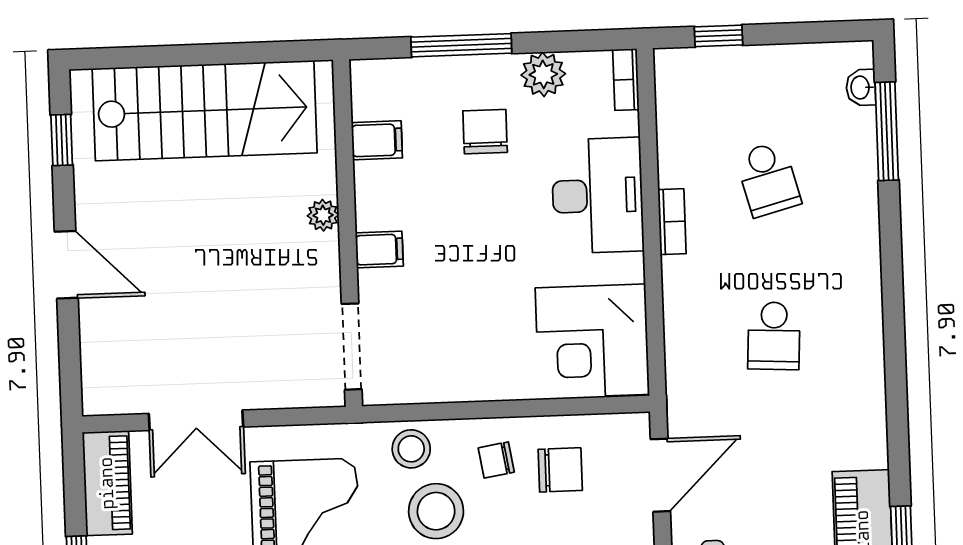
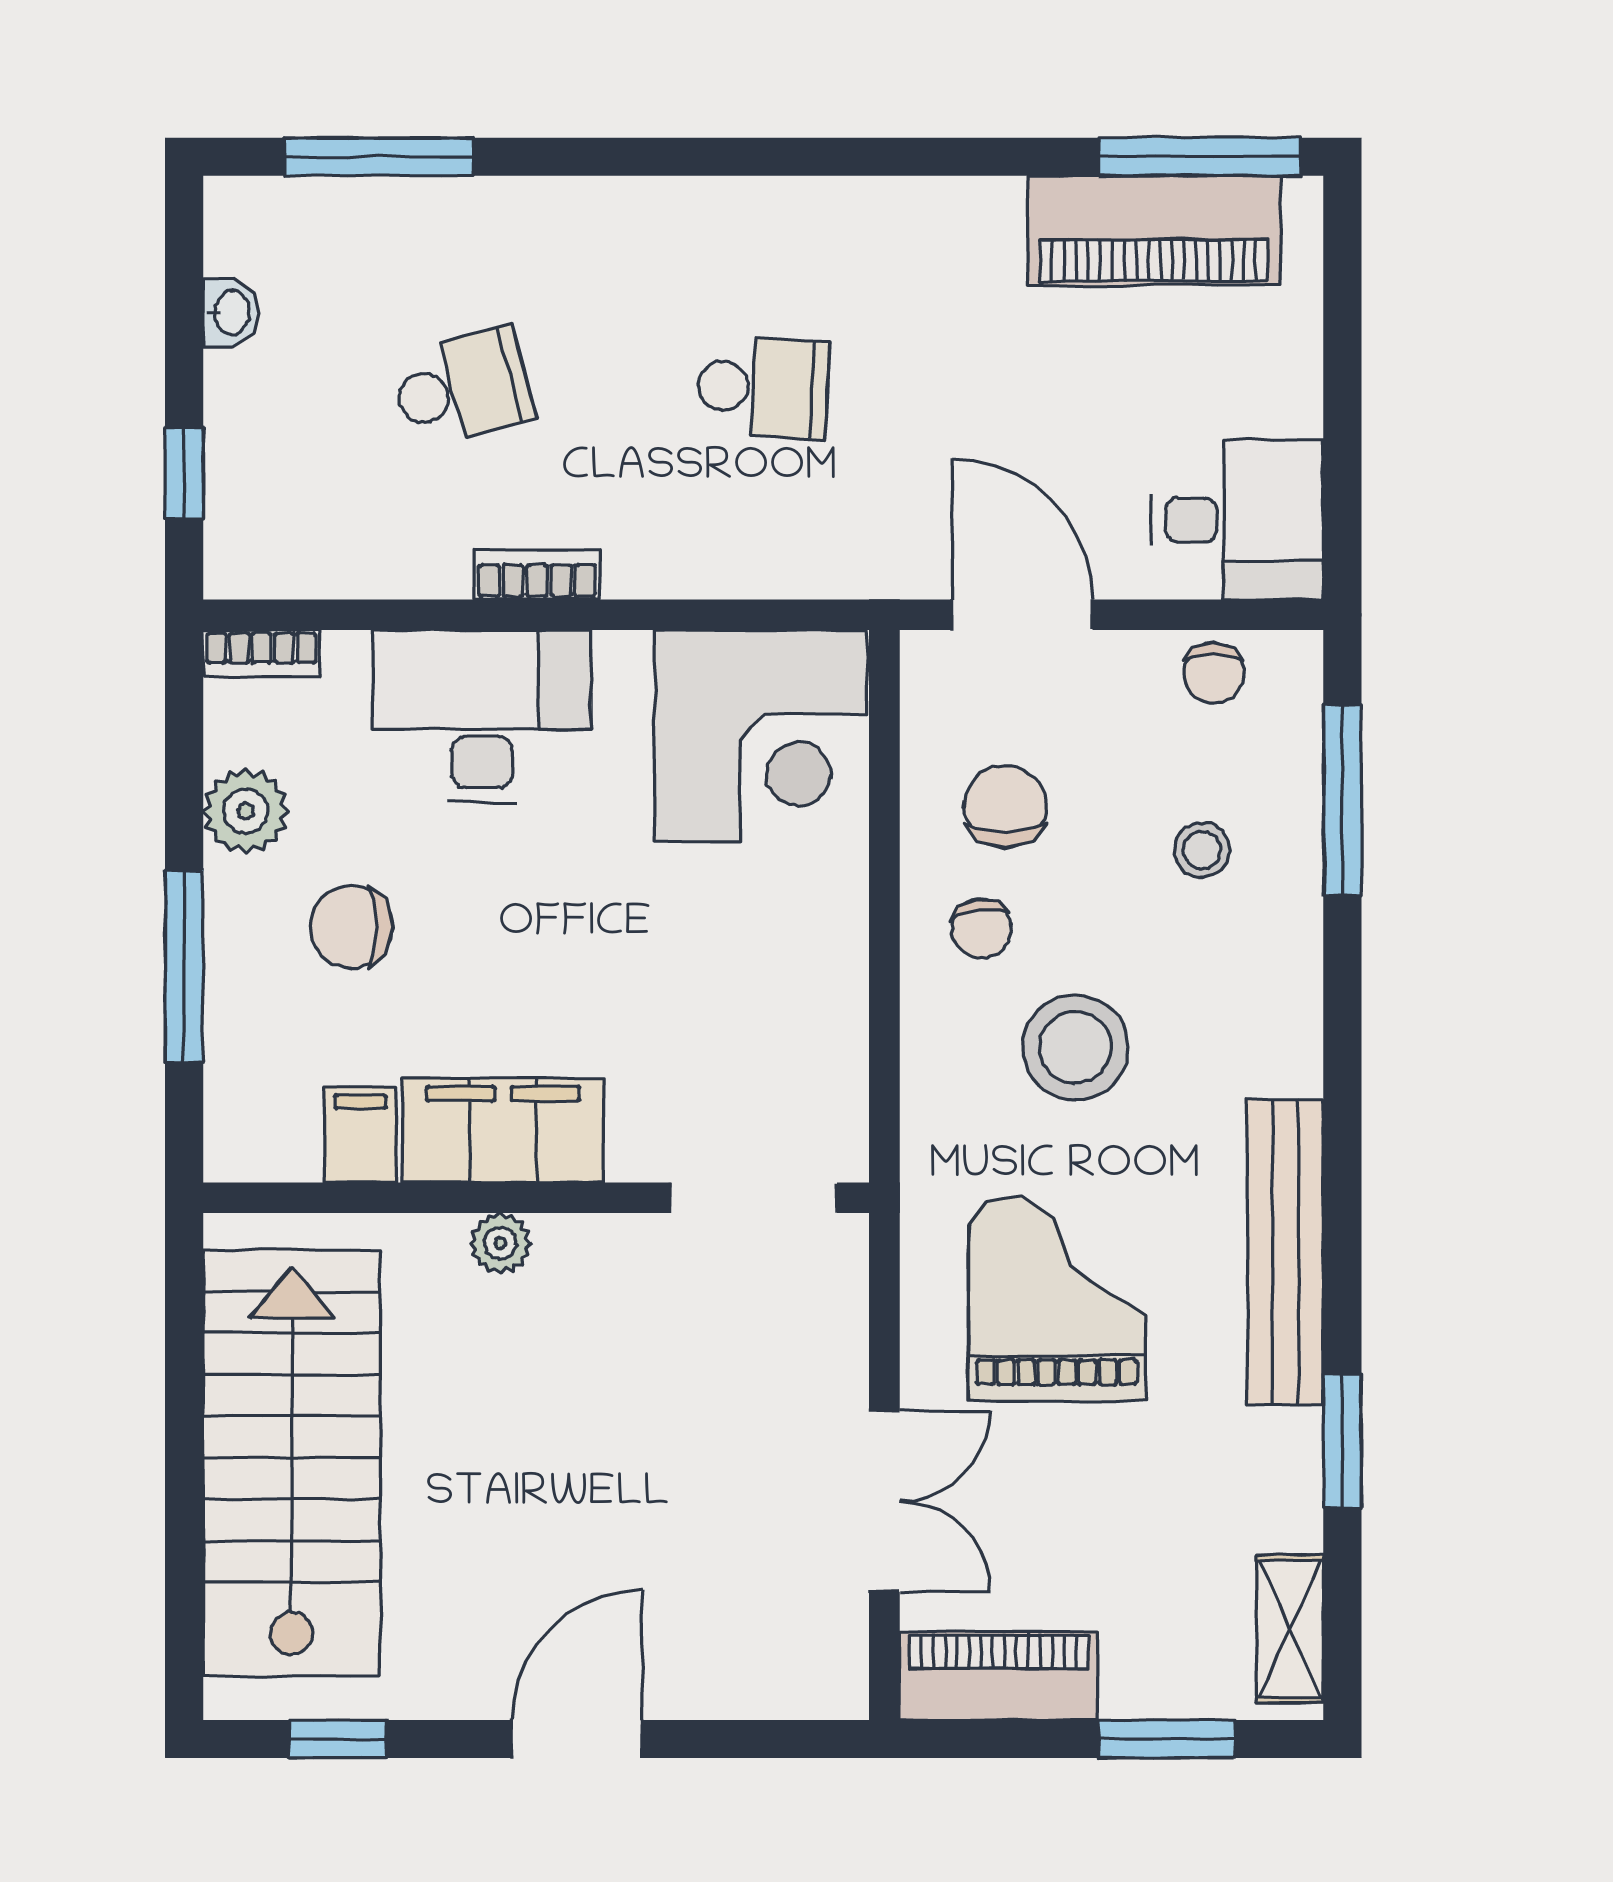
washbasin: (861, 87) -> (231, 313), moved, turned -90
filing cabinet: (379, 249) -> (503, 1130), width x3.00, depth x1.17
stool: (411, 449) -> (954, 1091), removed

